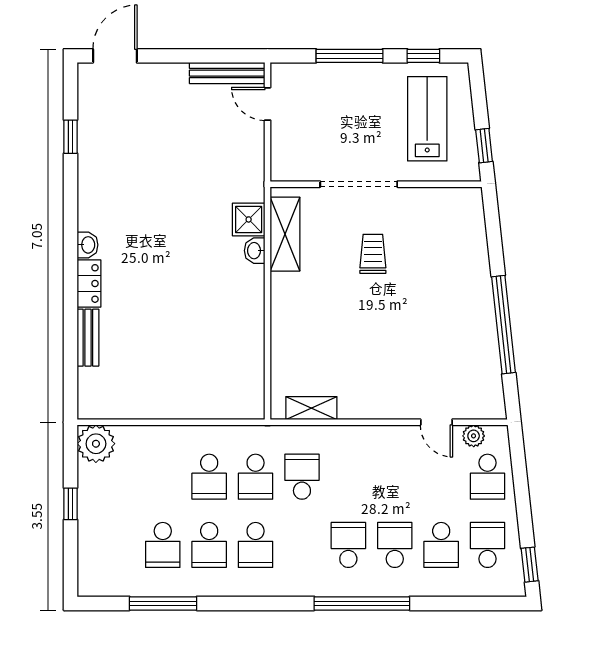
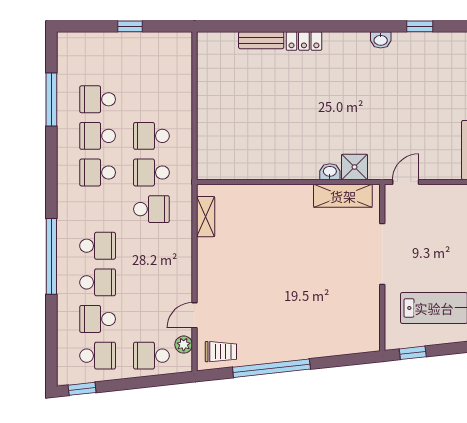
door: (268, 104) -> (406, 182), moved
washbasin: (88, 245) -> (381, 40), moved
trolley: (373, 254) -> (221, 352), moved
plant: (96, 444) -> (177, 47), removed

